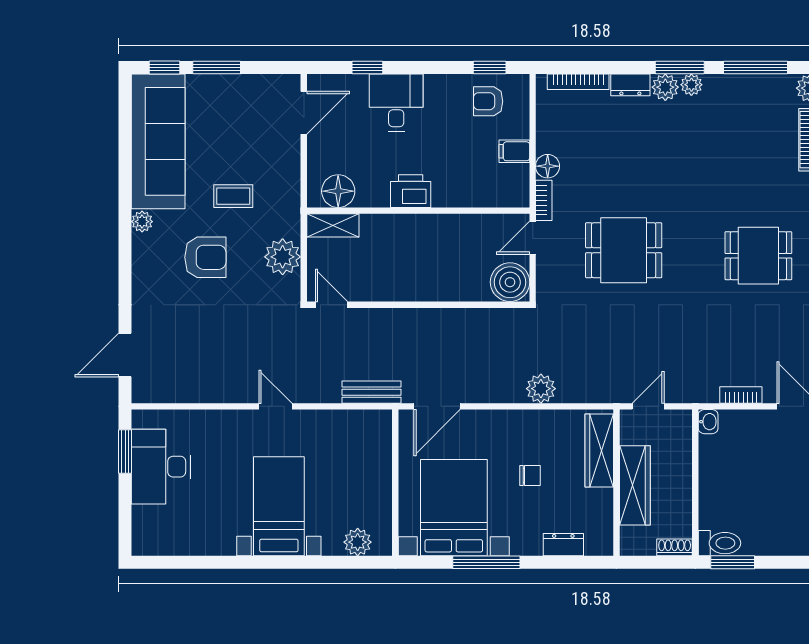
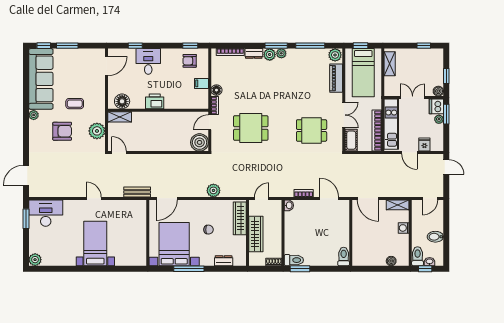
desk: (161, 467) -> (46, 213), moved, turned 90
plant: (358, 542) -> (35, 260), moved

